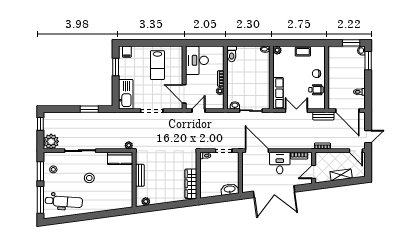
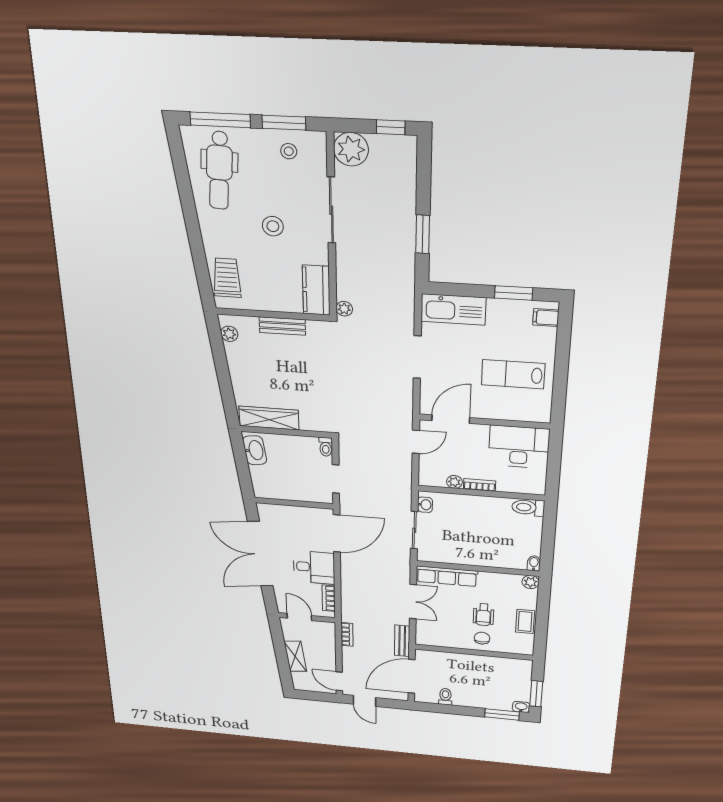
wheelchair: (316, 90) -> (483, 615), moved
door: (198, 111) -> (416, 442), hinge flipped
door: (356, 151) -> (339, 681), hinge flipped
washbasin: (230, 189) -> (255, 450), moved
trolley: (116, 201) -> (227, 278), added

